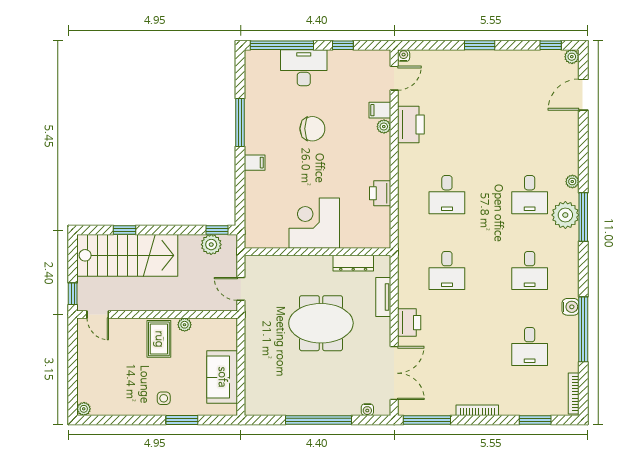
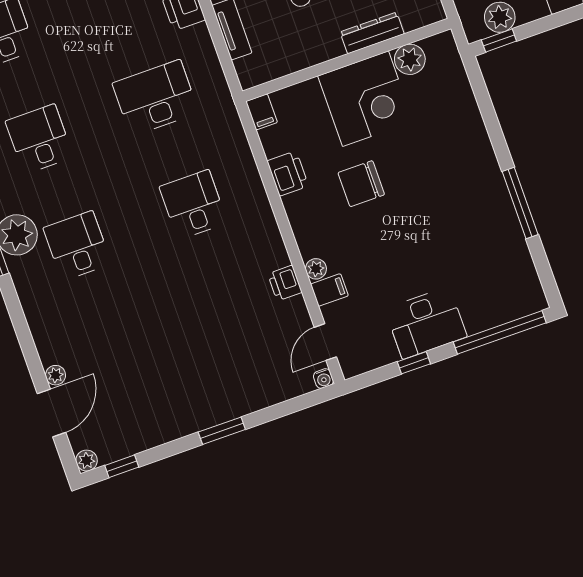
desk: (304, 68) -> (426, 323), moved
printer: (411, 125) -> (285, 283), width x0.53, depth x0.68
chair: (312, 129) -> (361, 184), moved
filing cabinet: (255, 163) -> (262, 112), moved, turned -90
plant: (572, 182) -> (56, 375), moved
plant: (277, 238) -> (410, 59), added
dresser: (353, 263) -> (372, 33), moved
desk: (447, 271) -> (156, 98), width x1.37

